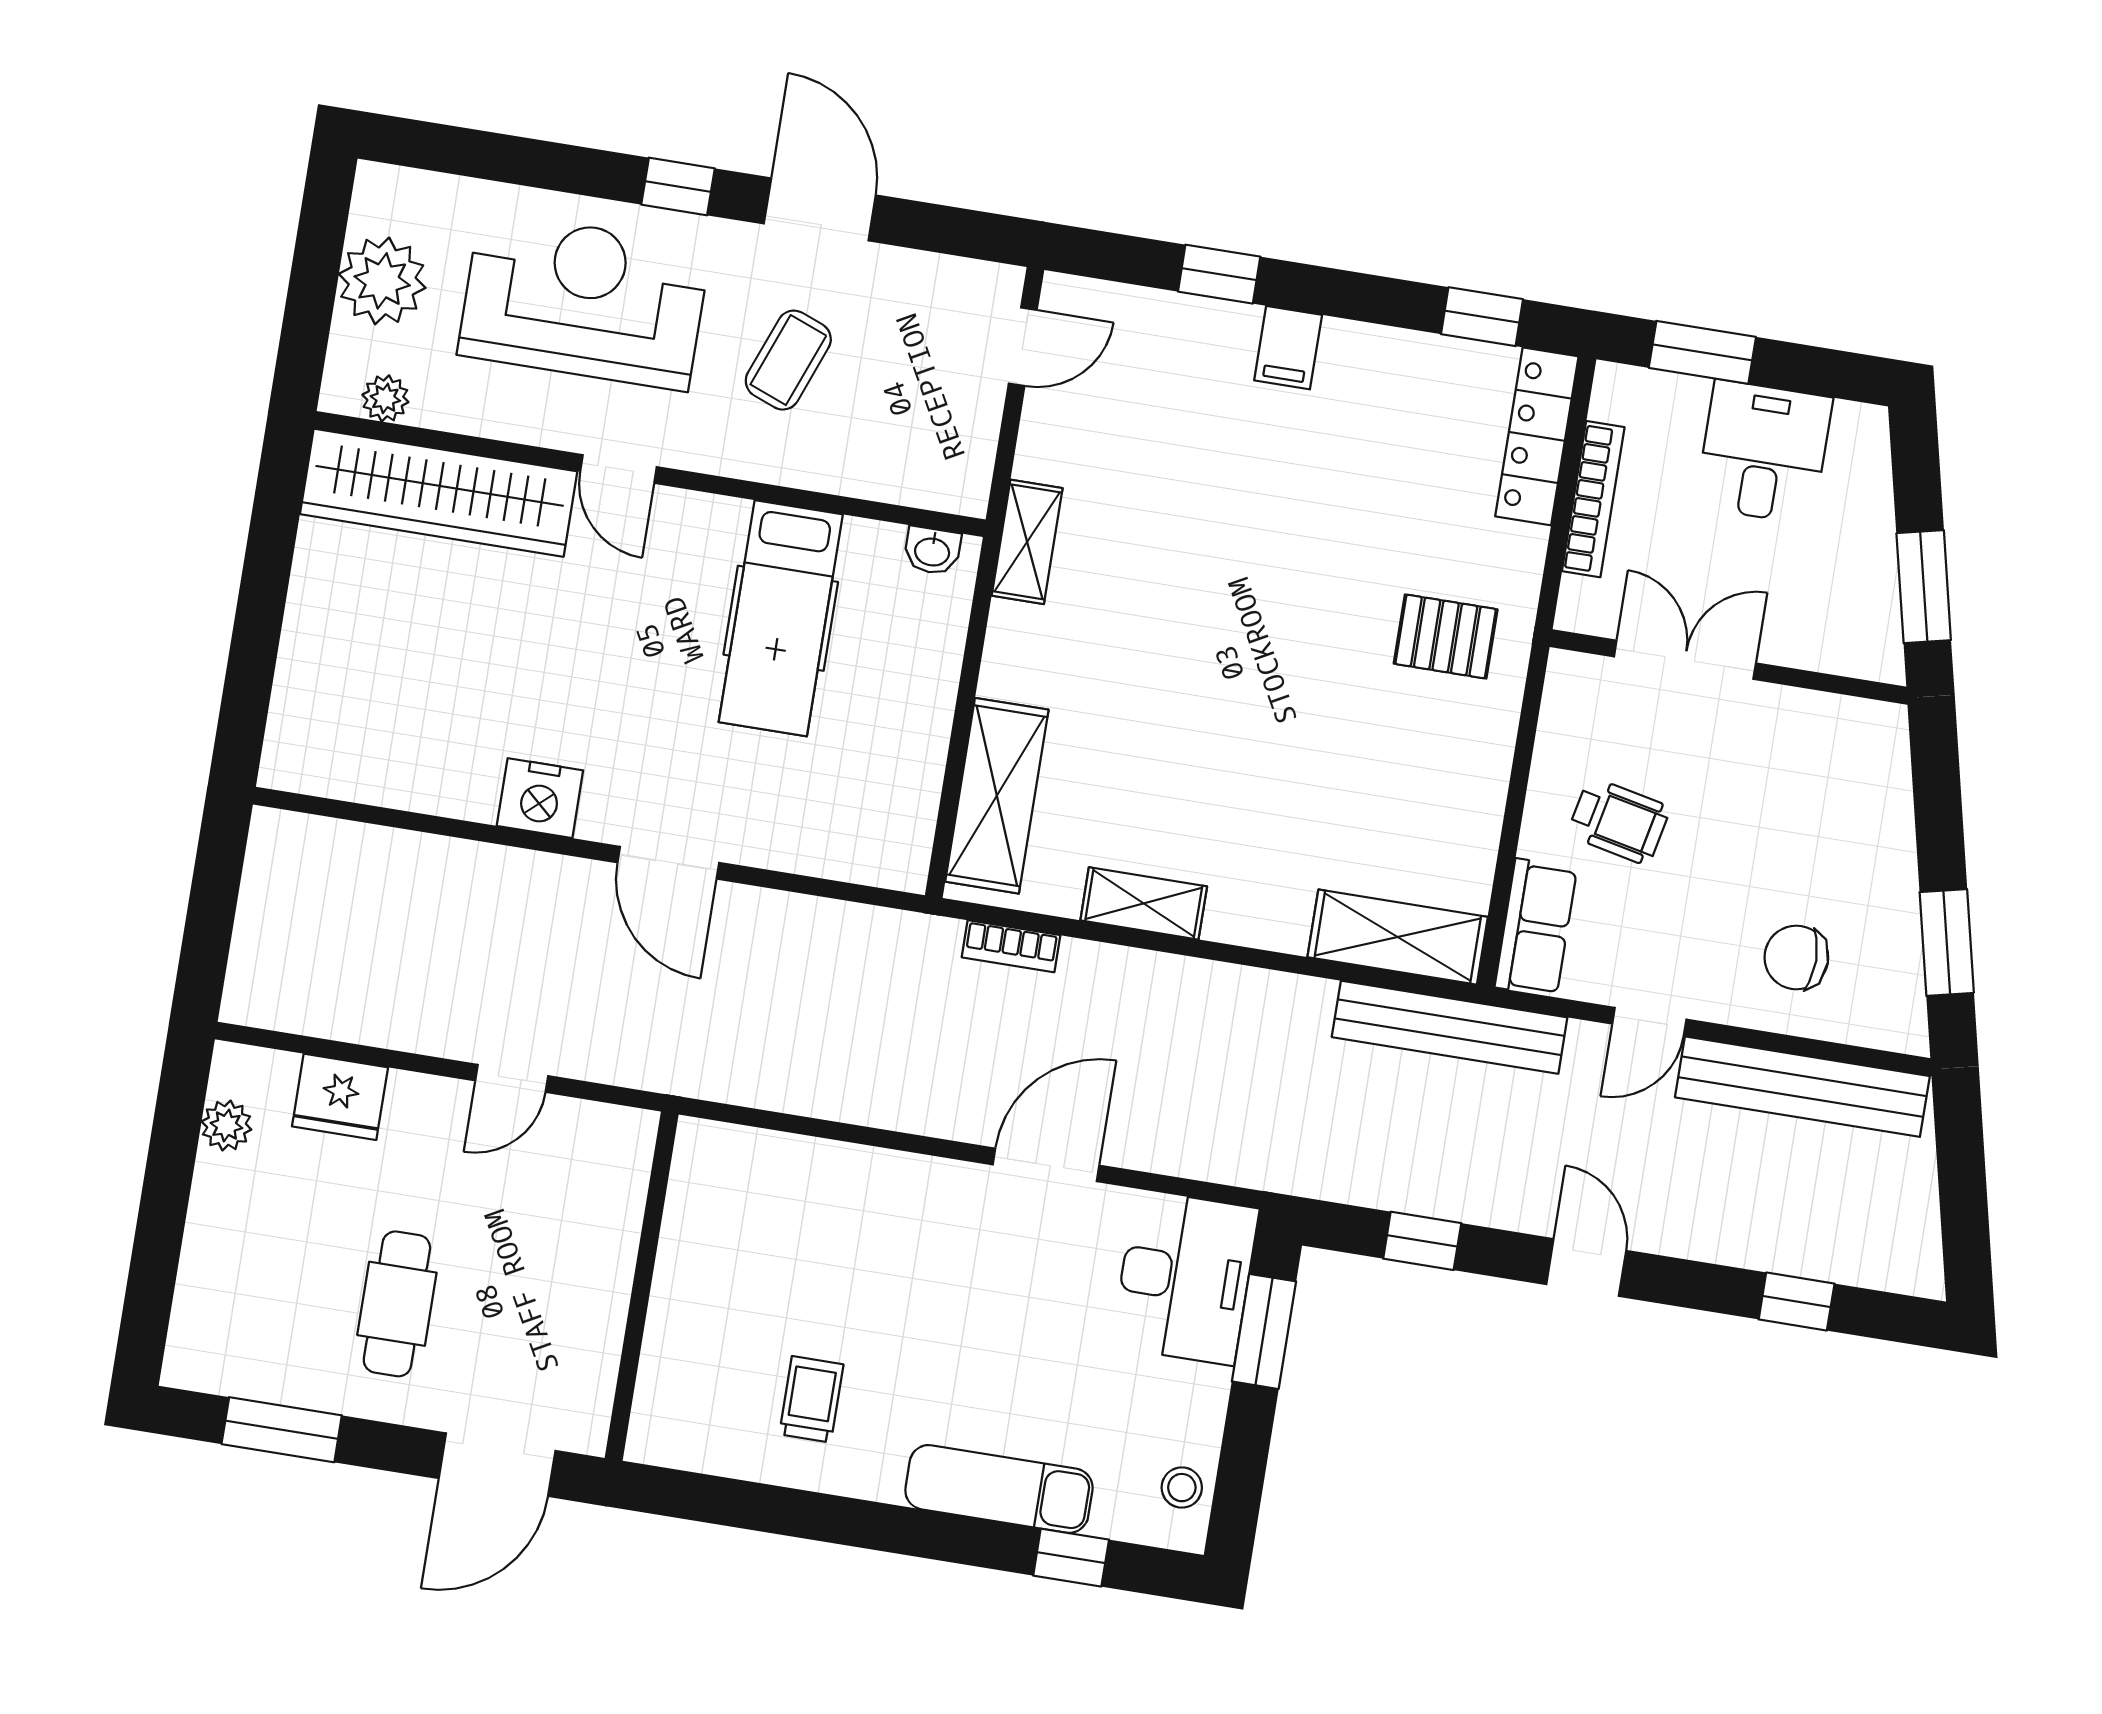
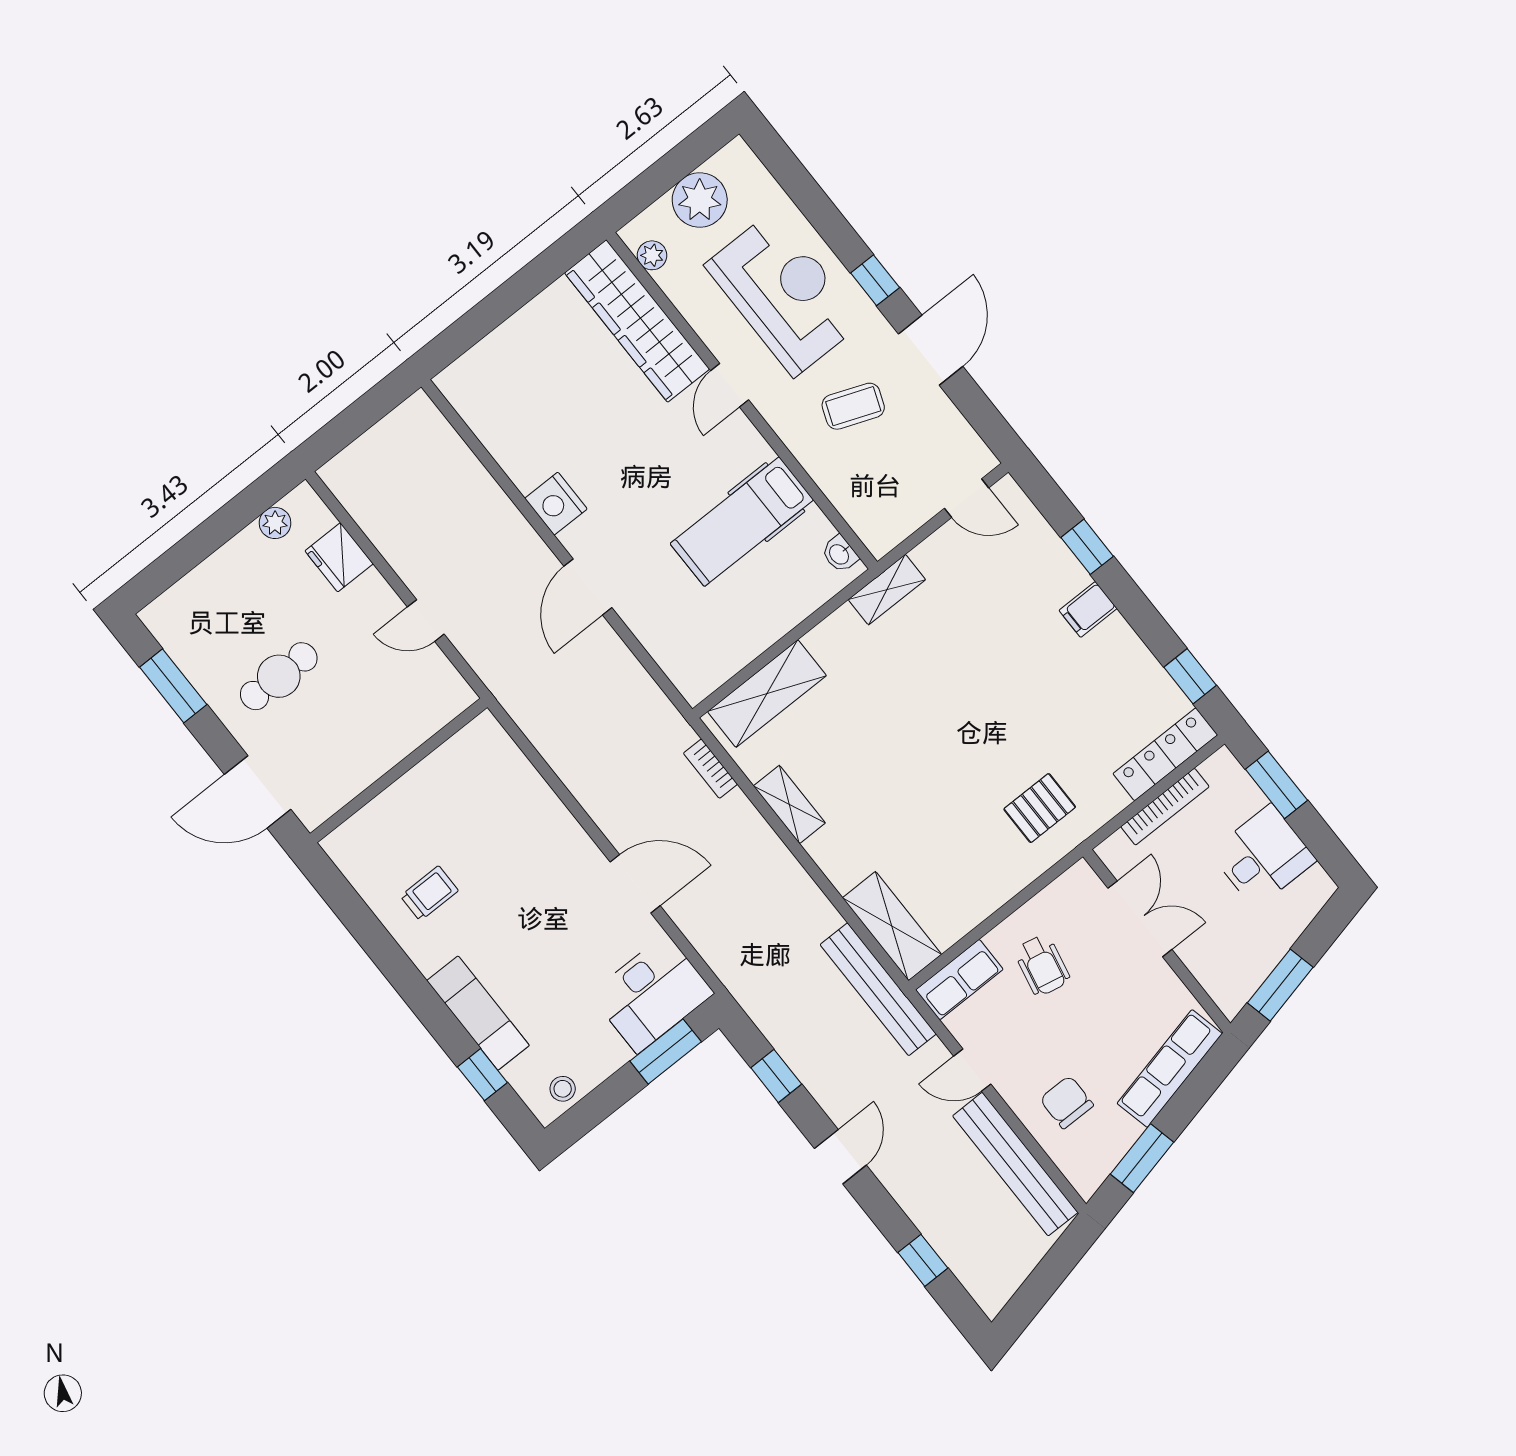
pallet: (1446, 637) -> (1040, 808), turned 90
row of seats: (1883, 806) -> (1170, 1068), added

